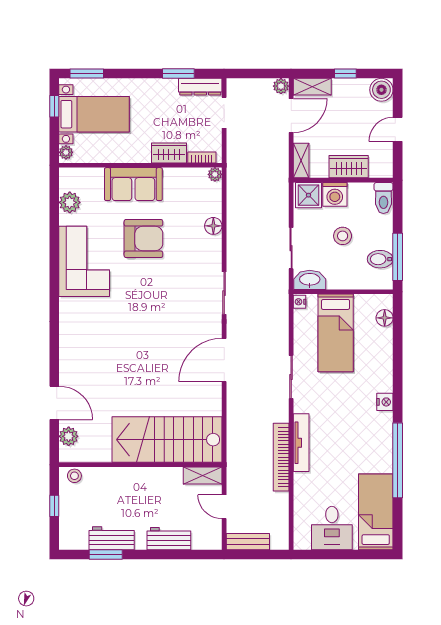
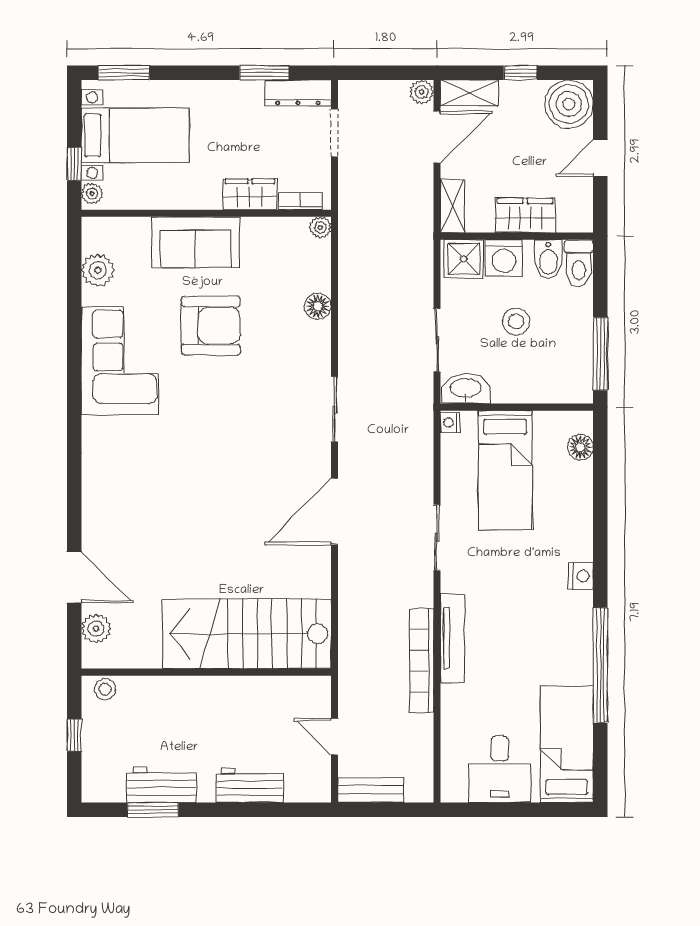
boiler: (381, 90) -> (569, 104), width x1.37, depth x1.37
window: (54, 106) -> (74, 164), moved
bidet: (380, 259) -> (548, 259), moved, turned -90
shelving: (203, 476) -> (302, 689), removed

